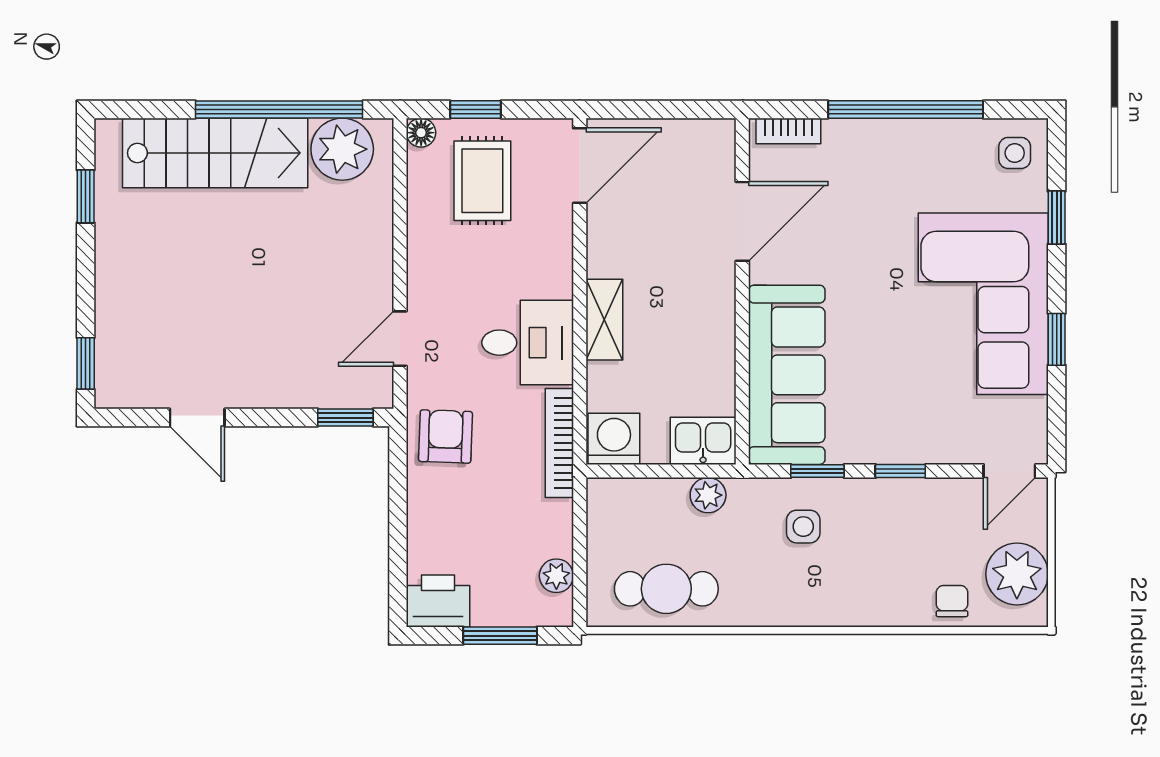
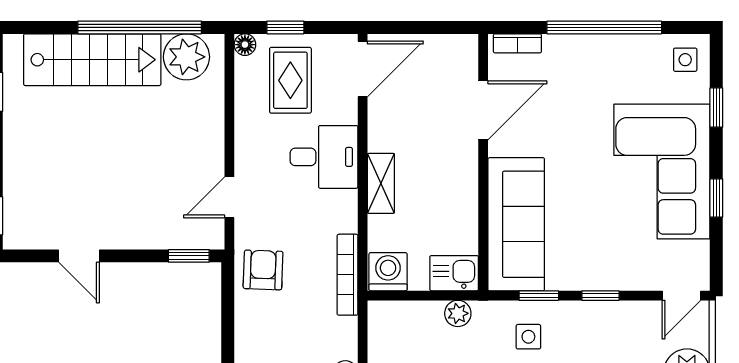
desk: (528, 343) -> (324, 157), moved

